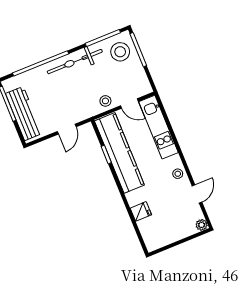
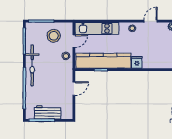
stool: (120, 52) -> (54, 36), moved
workbench: (24, 113) -> (48, 112), width x0.73
door: (67, 129) -> (74, 89), hinge flipped
door: (197, 194) -> (151, 21), hinge flipped
fridge: (141, 211) -> (137, 62), moved

